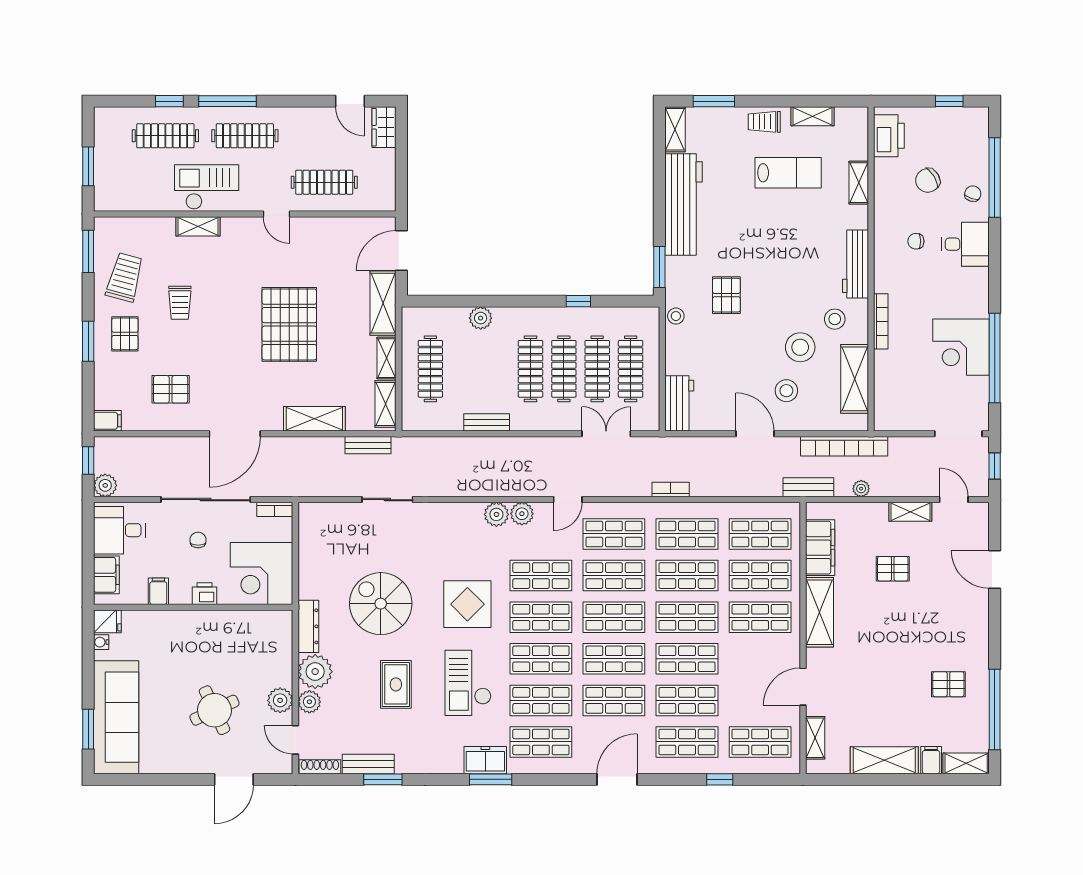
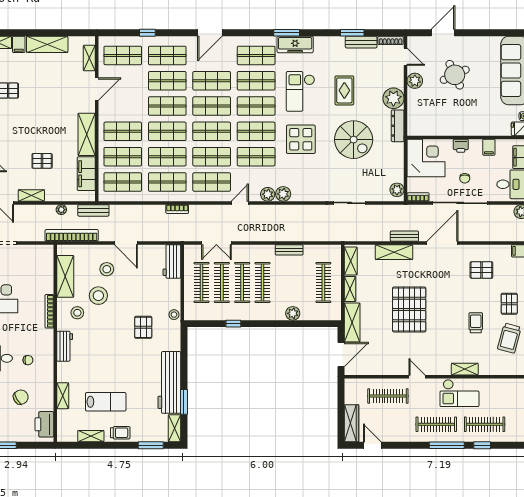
wardrobe: (384, 127) -> (351, 423), width x1.50
lab bench: (788, 173) -> (106, 402), turned 180
workbench: (856, 264) -> (65, 346), width x0.73
window: (659, 267) -> (184, 402), moved
bench: (368, 445) -> (404, 236), moved
checkout: (468, 683) -> (300, 91), turned 180
plant: (309, 702) -> (397, 190), moved
freezer: (485, 760) -> (295, 44), width x1.40

